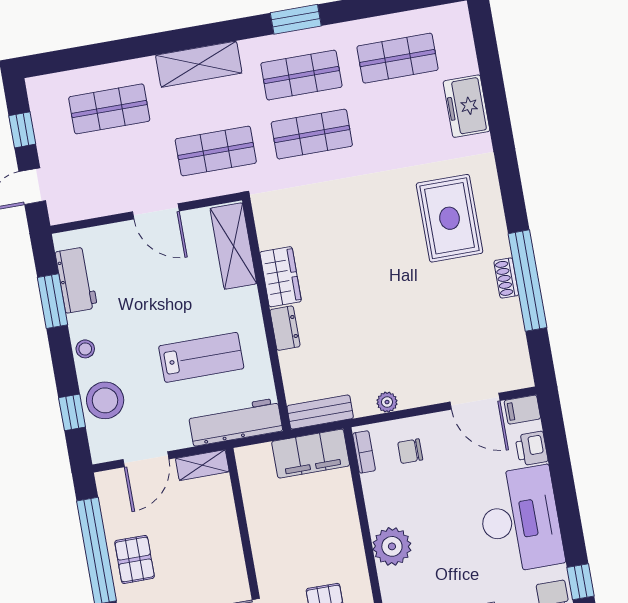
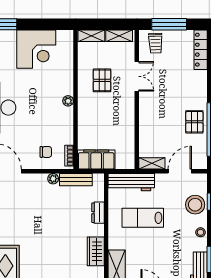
dresser: (285, 328) -> (98, 213), moved
bench: (320, 412) -> (76, 180), moved
plant: (392, 546) -> (68, 101), width x0.53, depth x0.53

